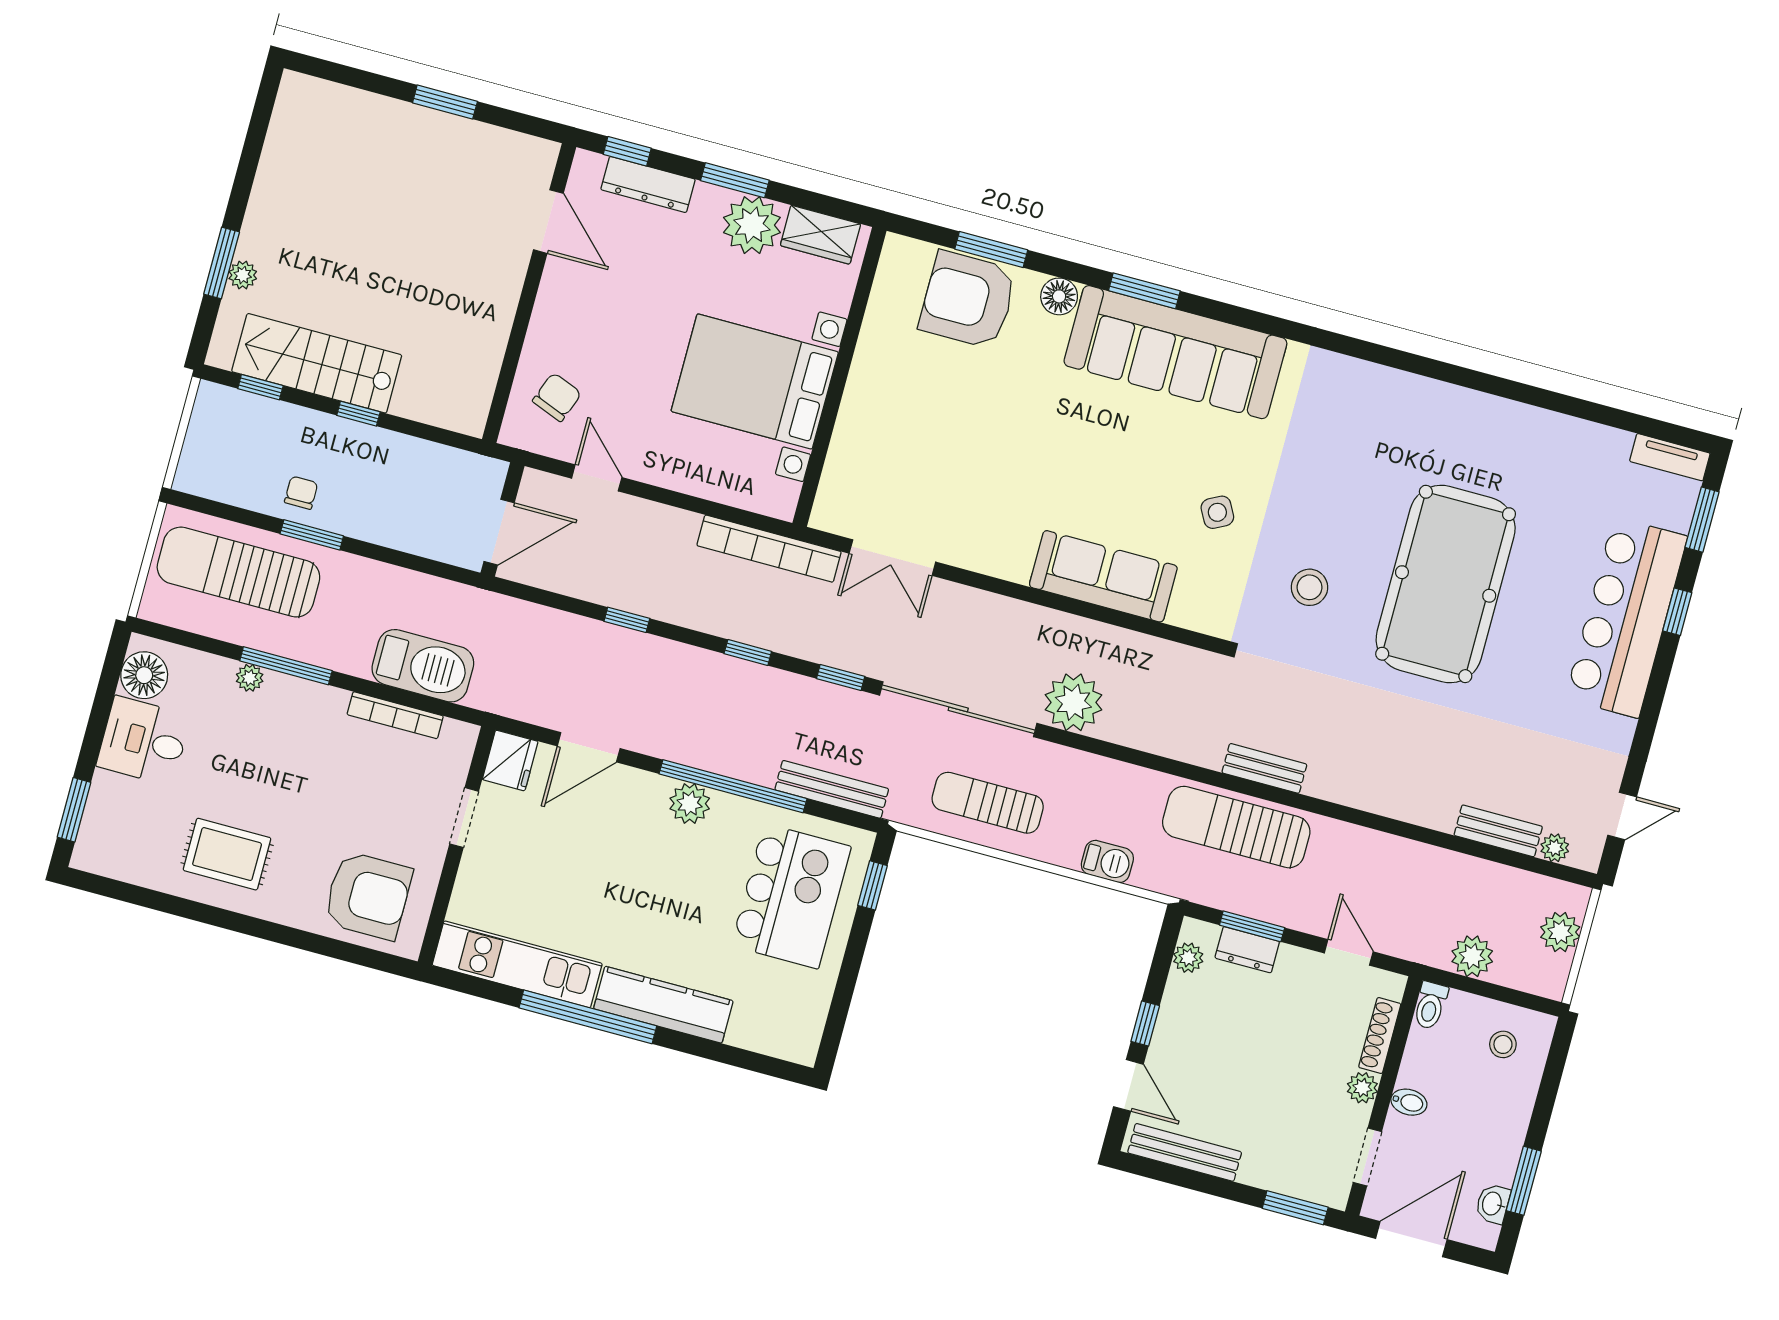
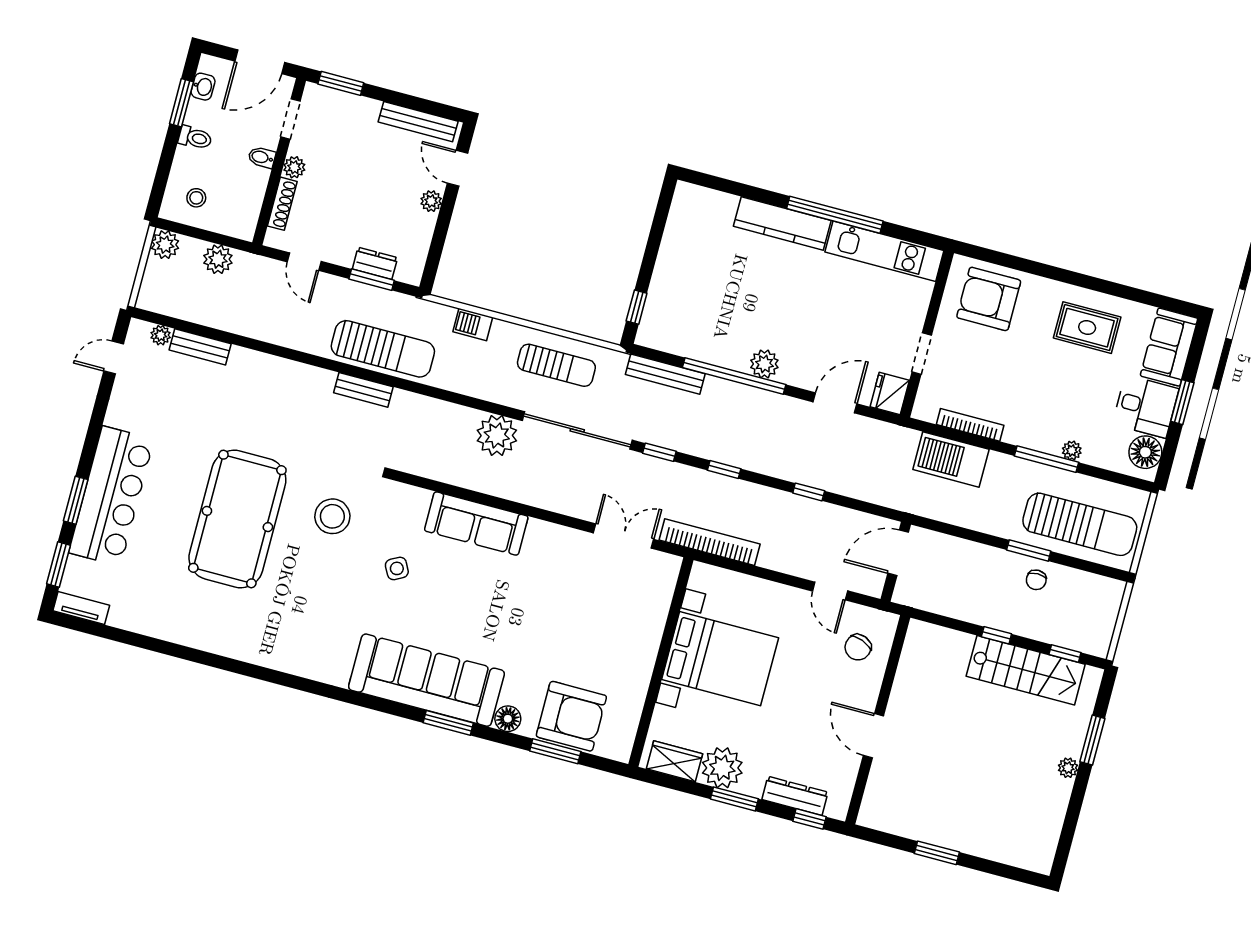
door: (548, 222) -> (873, 736), moved
plant: (243, 275) -> (1068, 768), moved
stool: (1309, 587) -> (332, 516), width x1.38, depth x1.38
window: (1677, 612) -> (76, 500), width x1.50
window: (74, 810) -> (1182, 402), moved
sofa: (110, 826) -> (1169, 347), added
kitchen island: (791, 896) -> (693, 300), removed
plant: (1560, 932) -> (165, 245), moved
plant: (1188, 958) -> (431, 201), moved
toilet: (1430, 1005) -> (195, 138), moved, turned 90
window: (1145, 1024) -> (446, 212), removed

